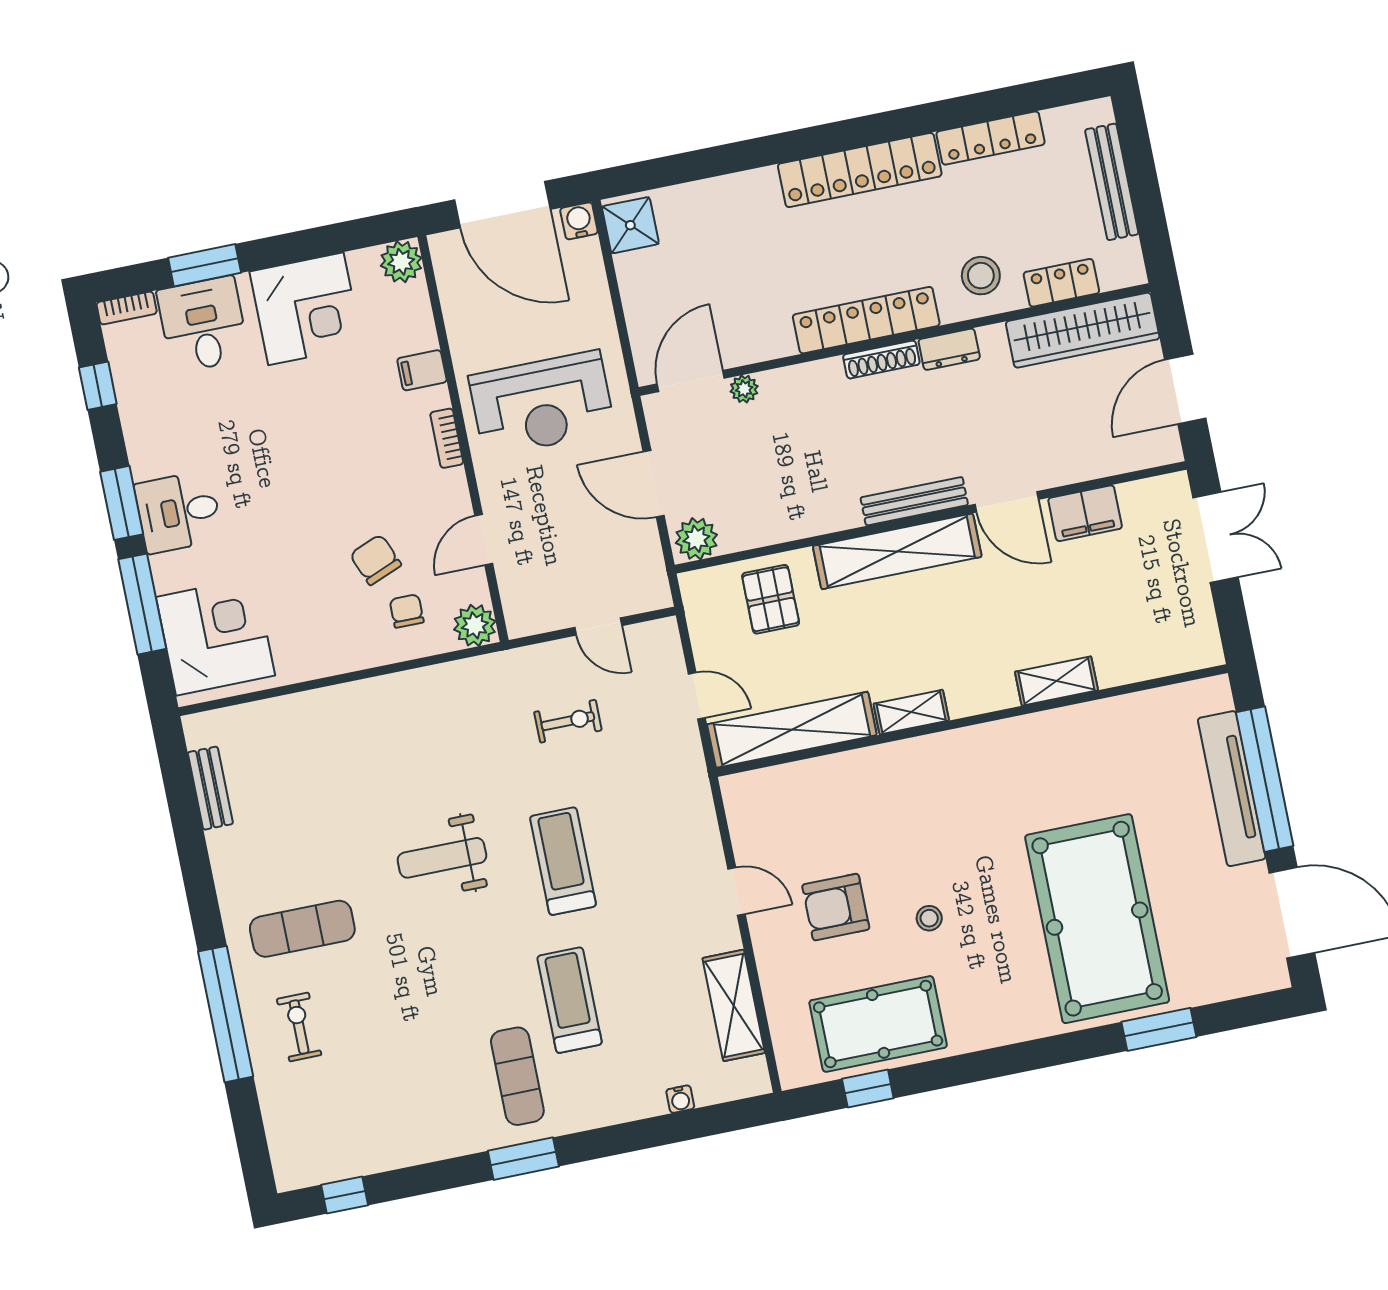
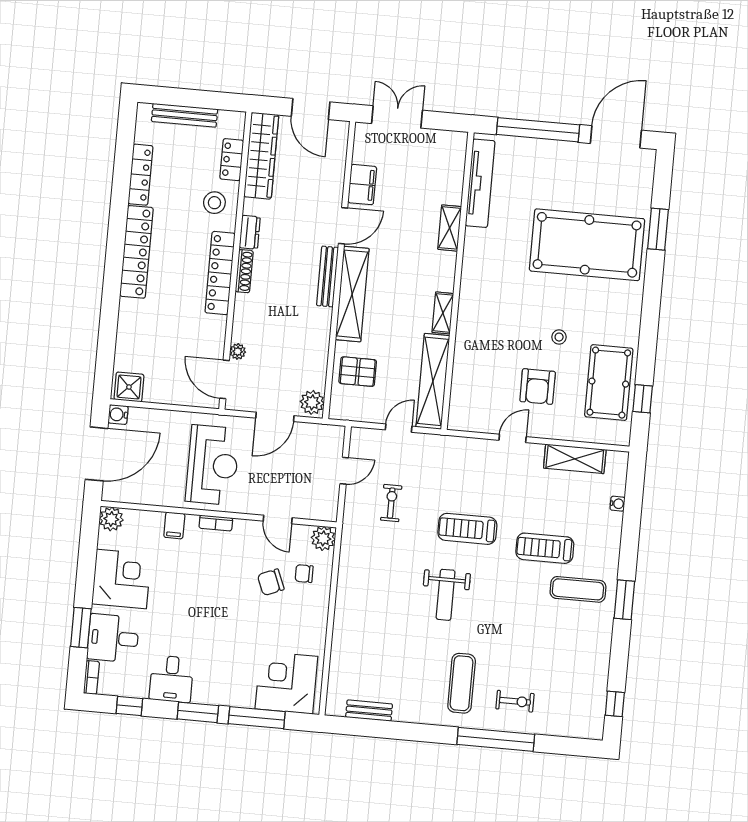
desk: (179, 512) -> (171, 679), moved
tv unit: (1232, 789) -> (480, 183), moved, turned -90
exercise bike: (299, 1027) -> (515, 701), turned 180

